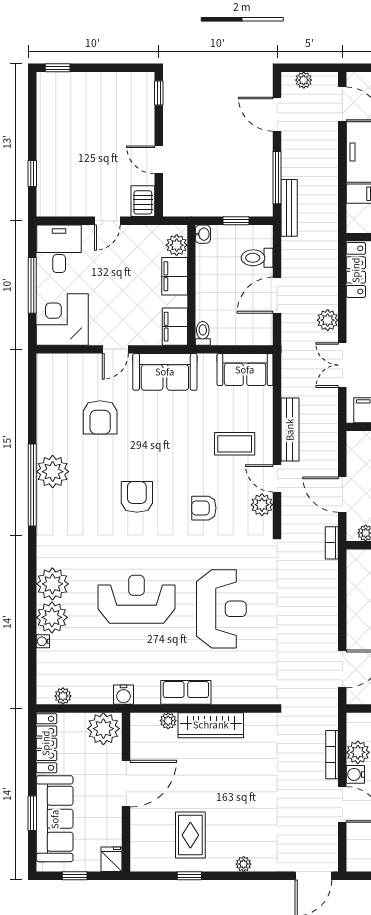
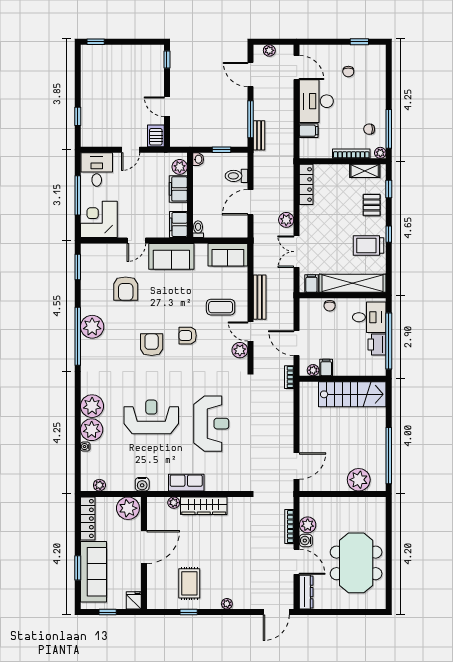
bench: (289, 208) -> (259, 135), width x0.73
window: (32, 387) -> (78, 267), added
armchair: (204, 508) -> (188, 336), moved
dresser: (356, 847) -> (306, 592), added

